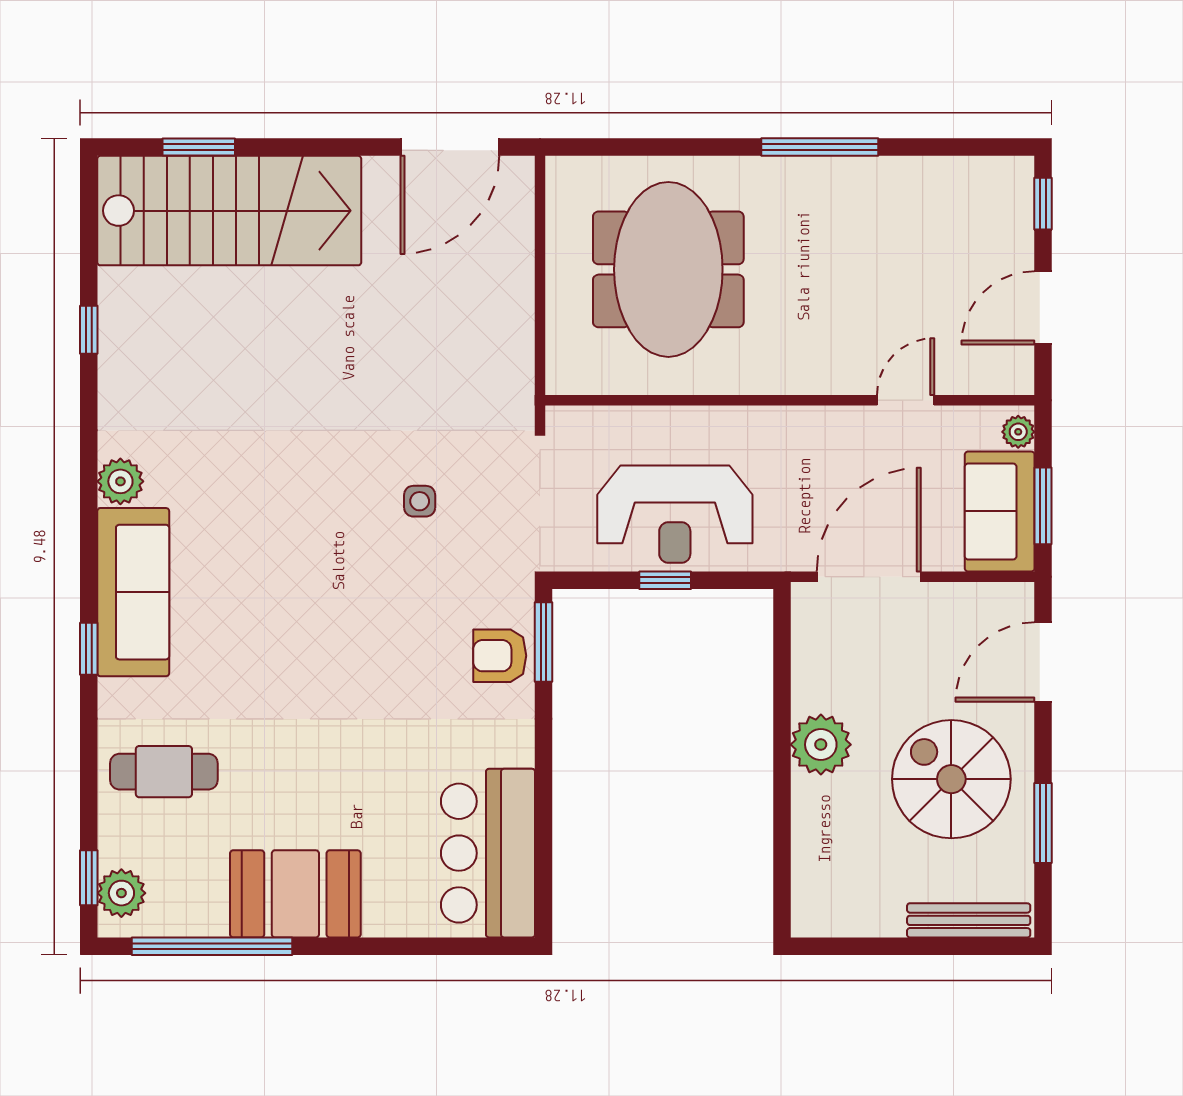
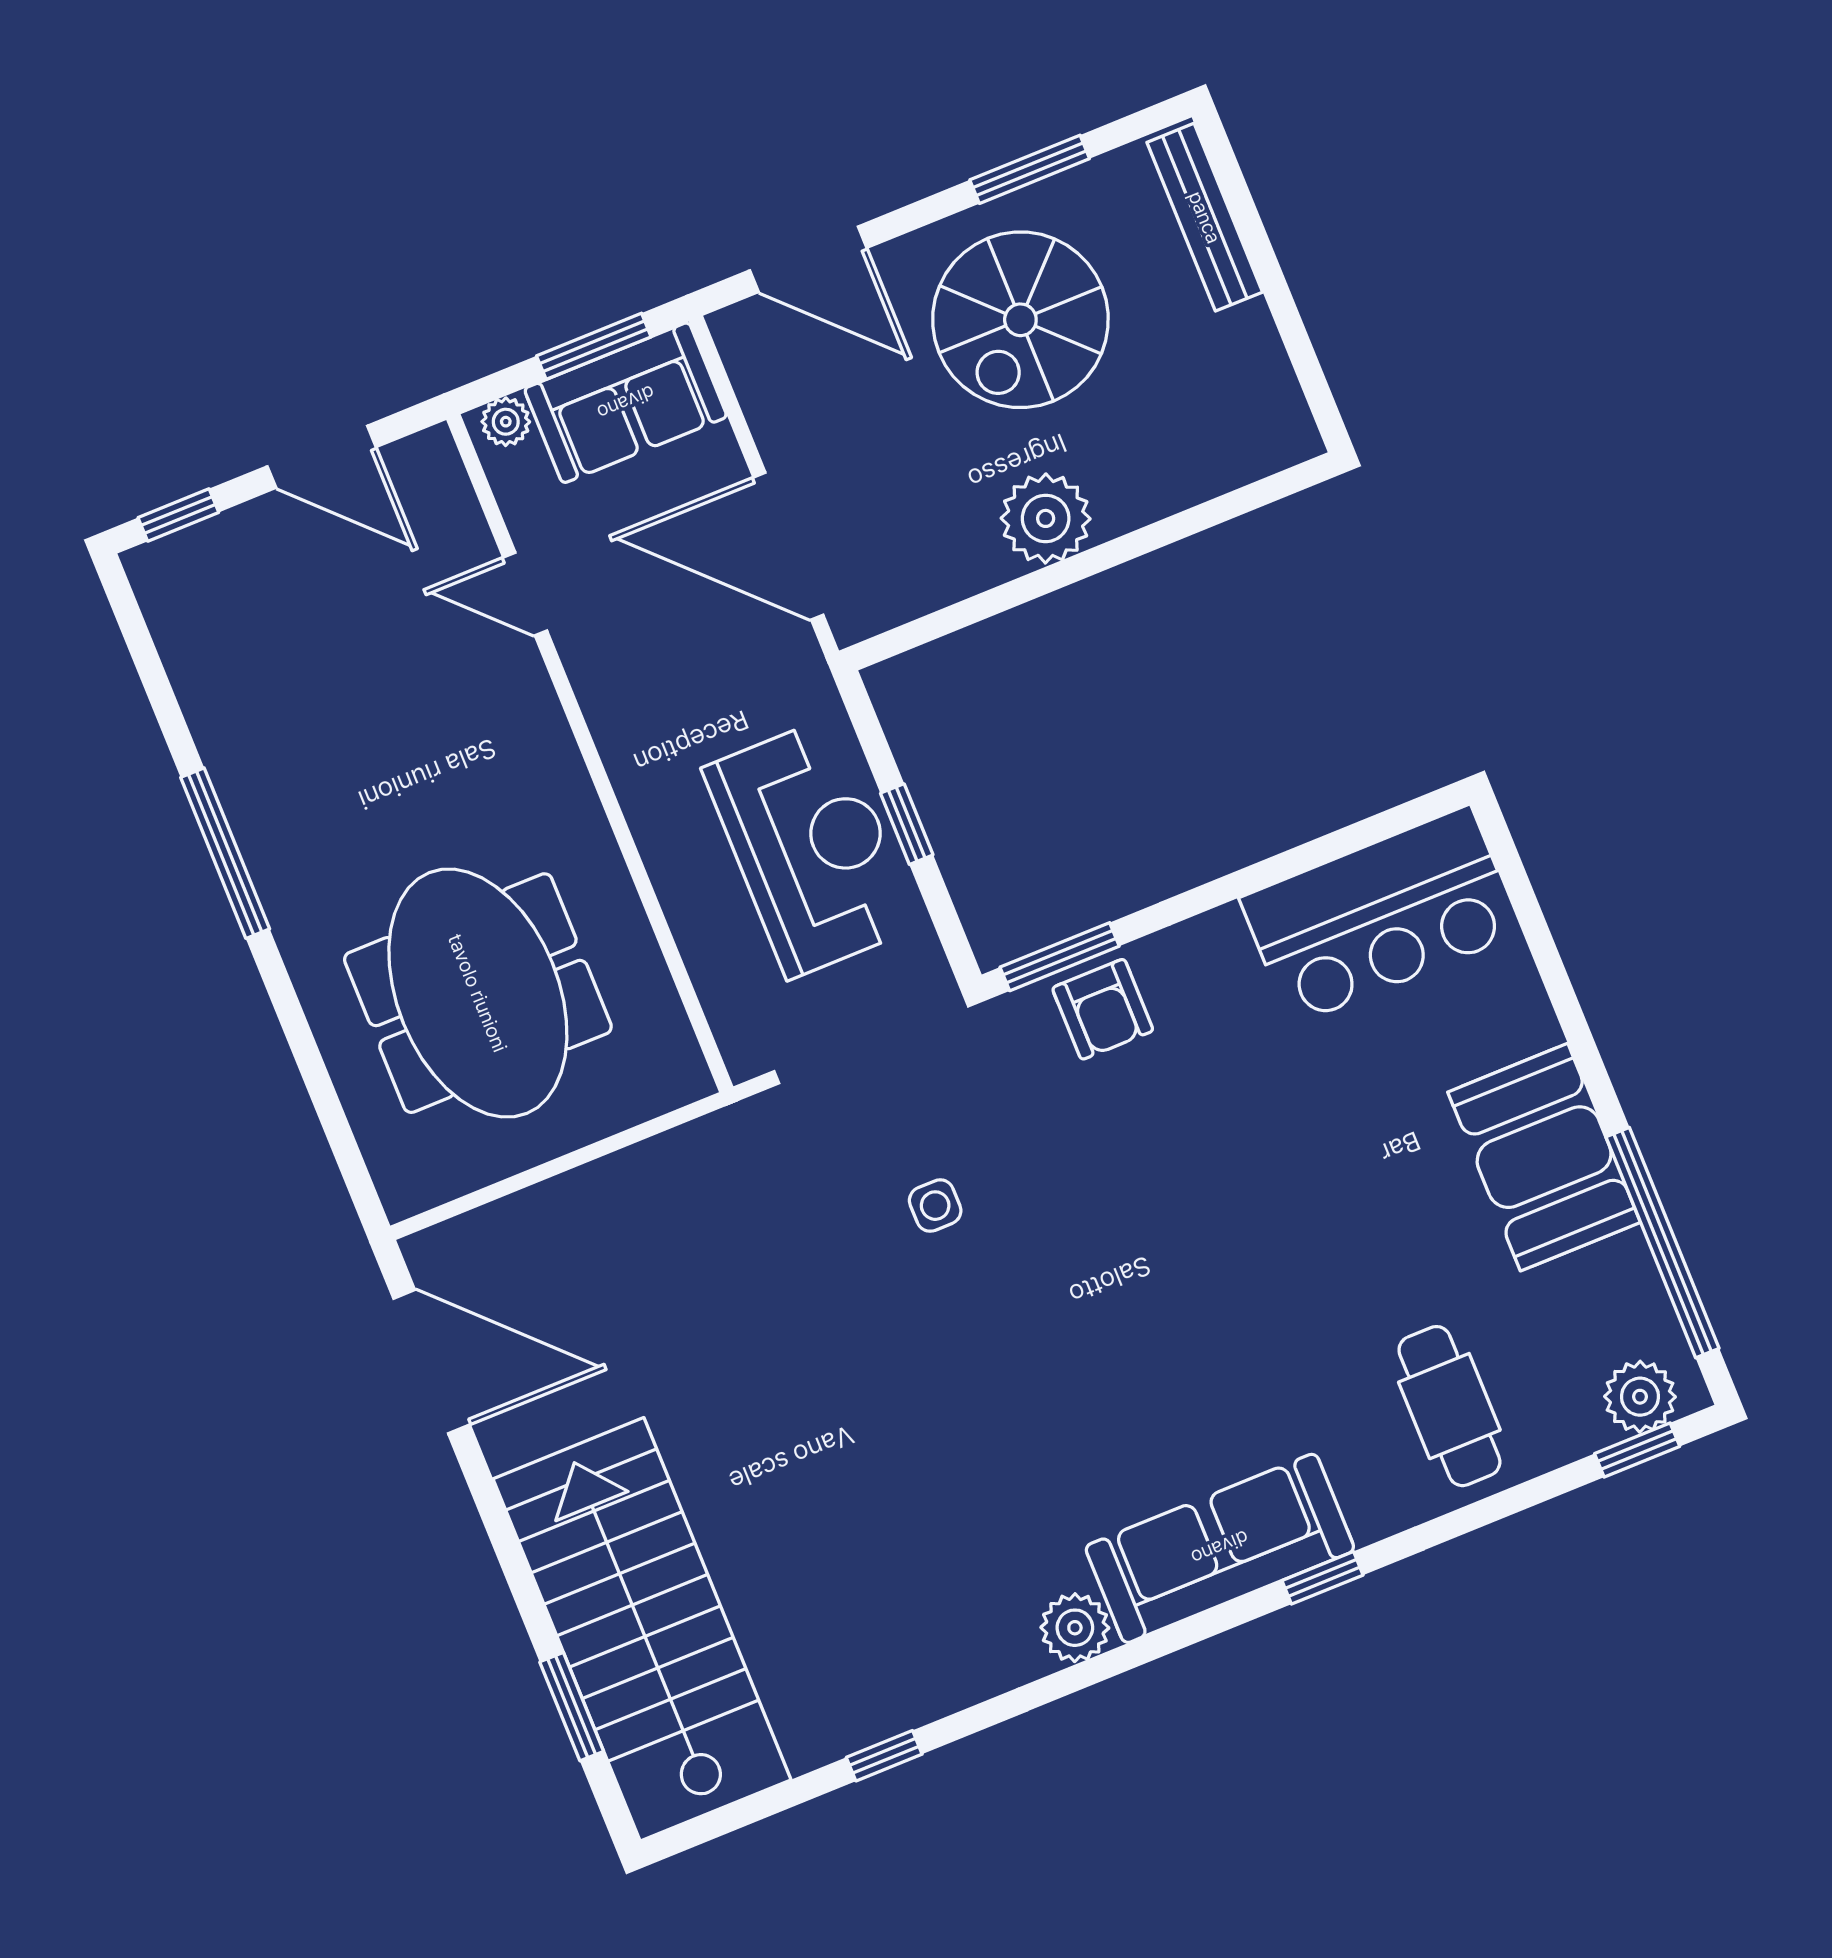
meeting table: (668, 269) -> (478, 993), turned 90

